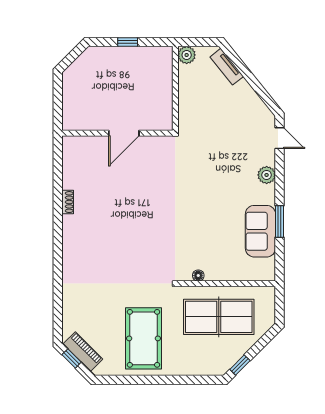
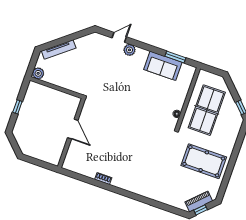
tv unit: (227, 67) -> (59, 49), width x1.41
door: (280, 138) -> (119, 37), moved
window: (280, 222) -> (175, 57), moved

